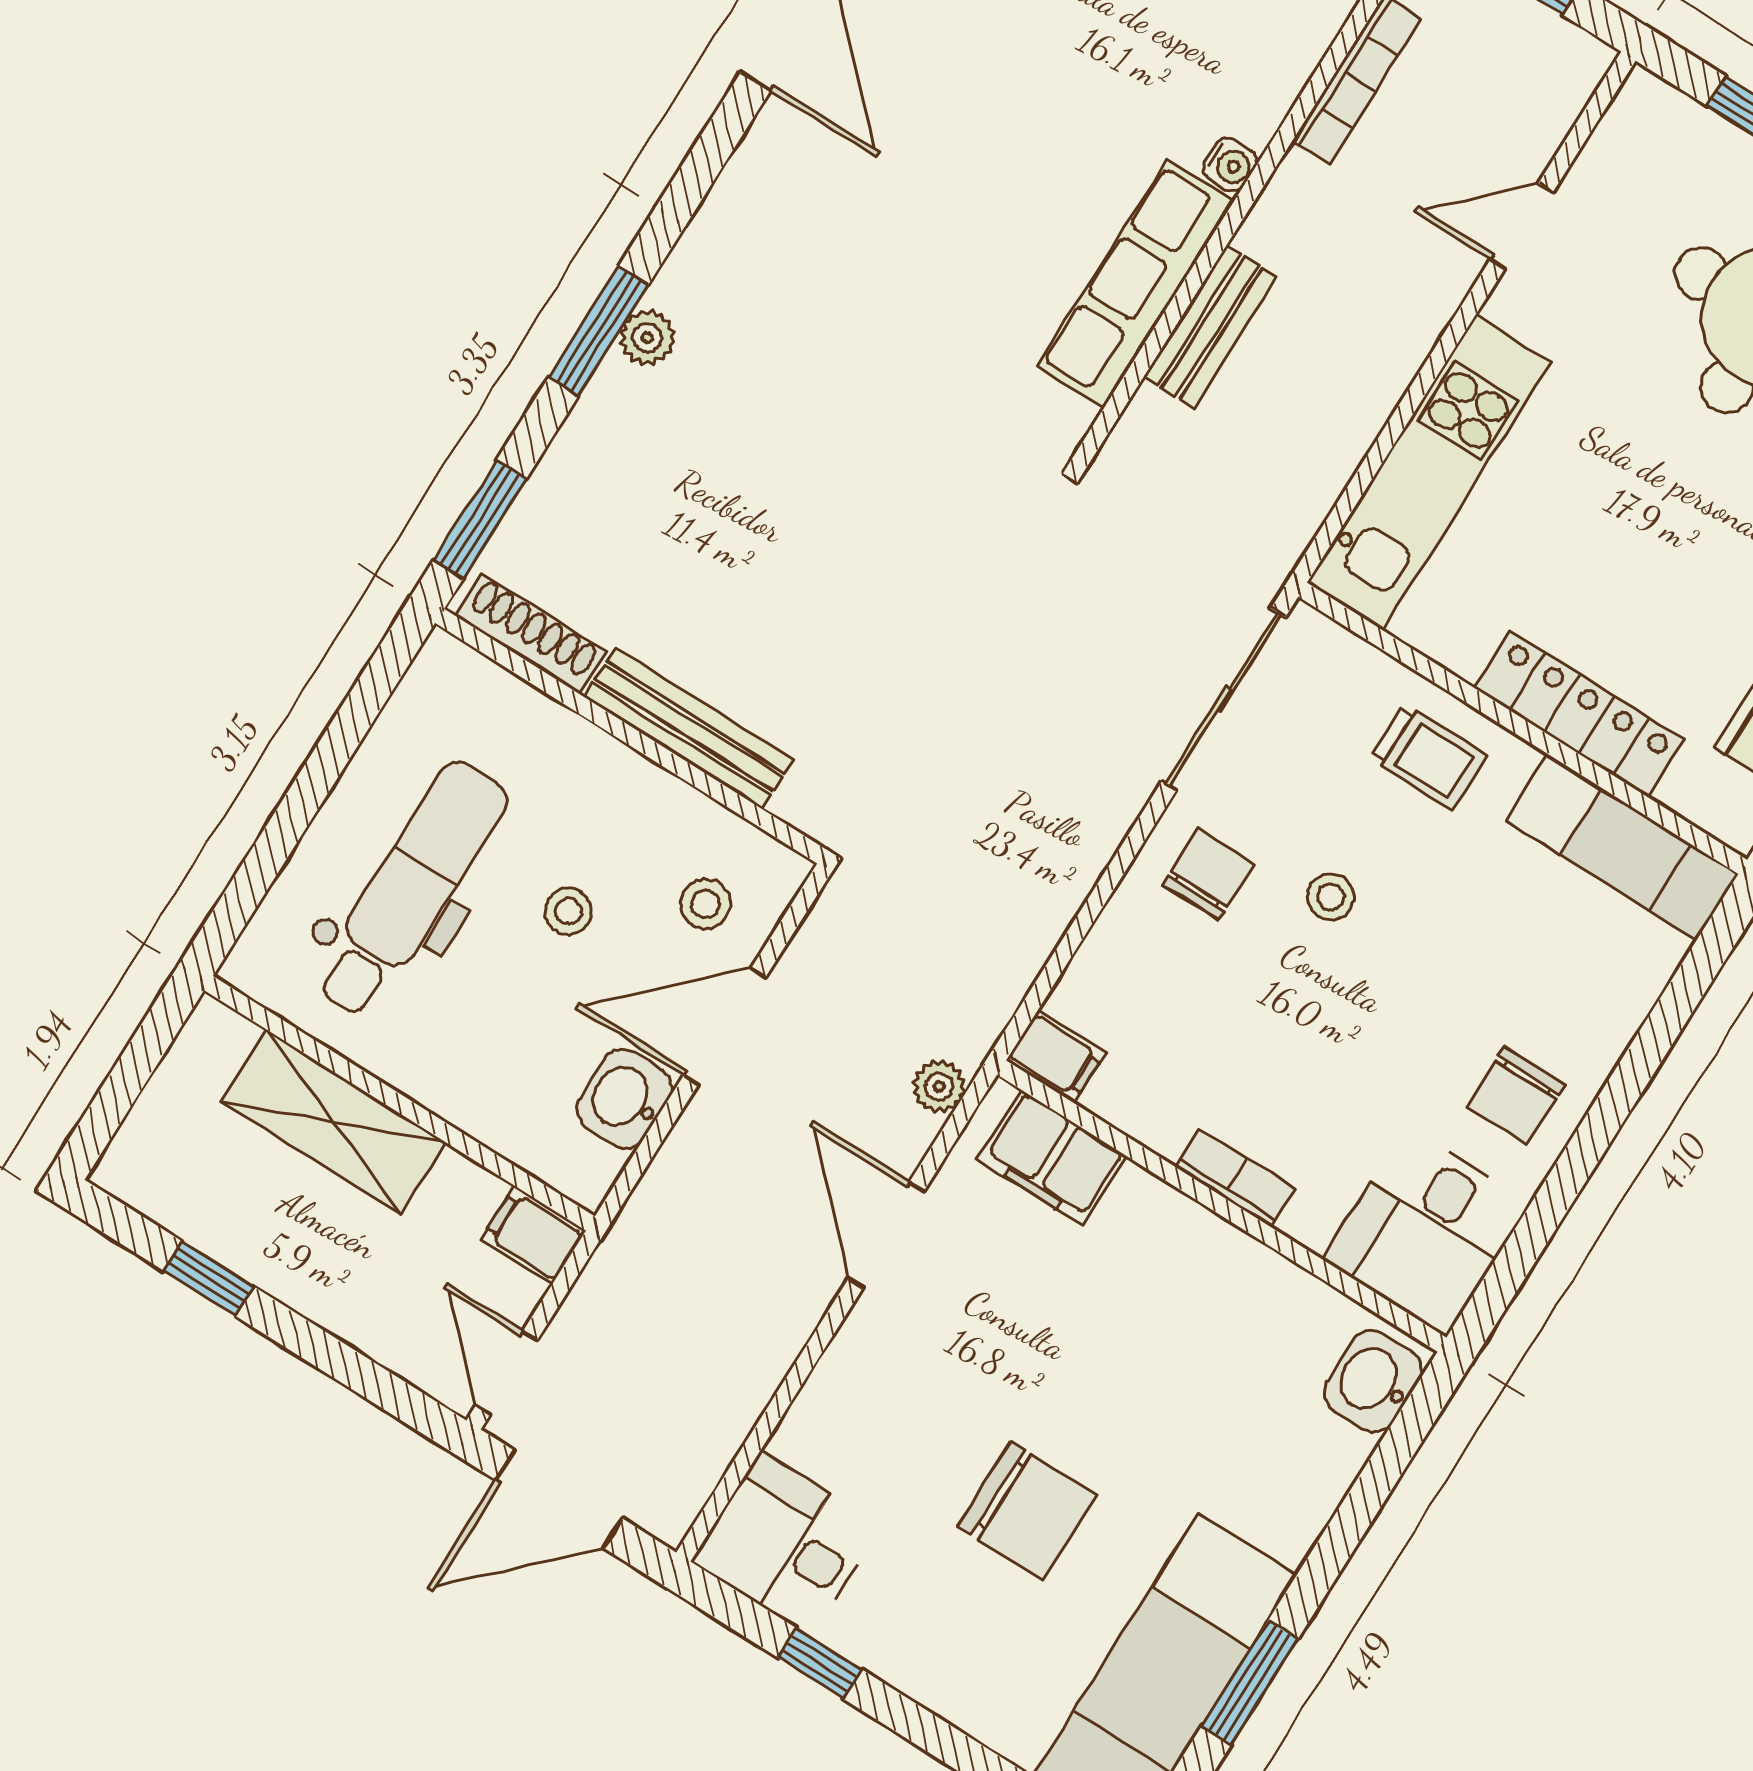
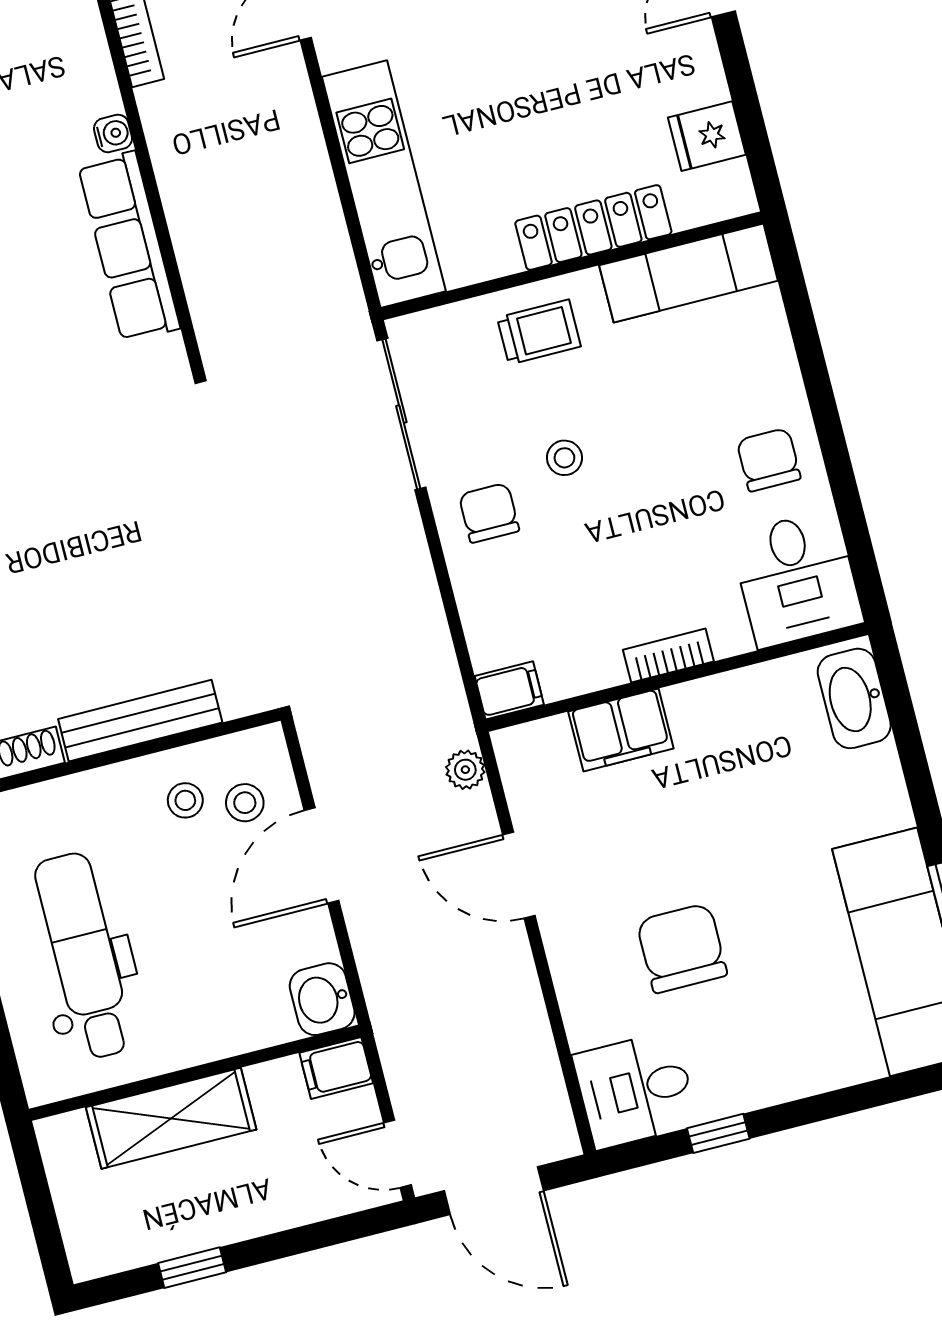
bench: (1210, 327) -> (191, 228), removed
stool: (568, 911) -> (185, 800), moved
chair: (1516, 1095) -> (769, 460), turned 180
washbasin: (624, 1099) -> (322, 999), moved
filing cabinet: (1052, 1158) -> (621, 730), moved
washbasin: (1373, 1381) -> (854, 698), width x1.38
door: (559, 1499) -> (494, 1191), hinge flipped
chair: (1027, 1511) -> (682, 948), moved, turned -90

